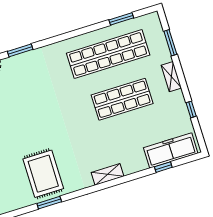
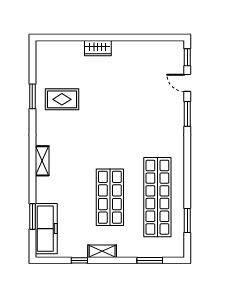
shelving: (171, 77) -> (102, 251), moved
window: (163, 167) -> (32, 217), width x1.50
rug: (43, 174) -> (62, 99), width x0.73, depth x0.70

